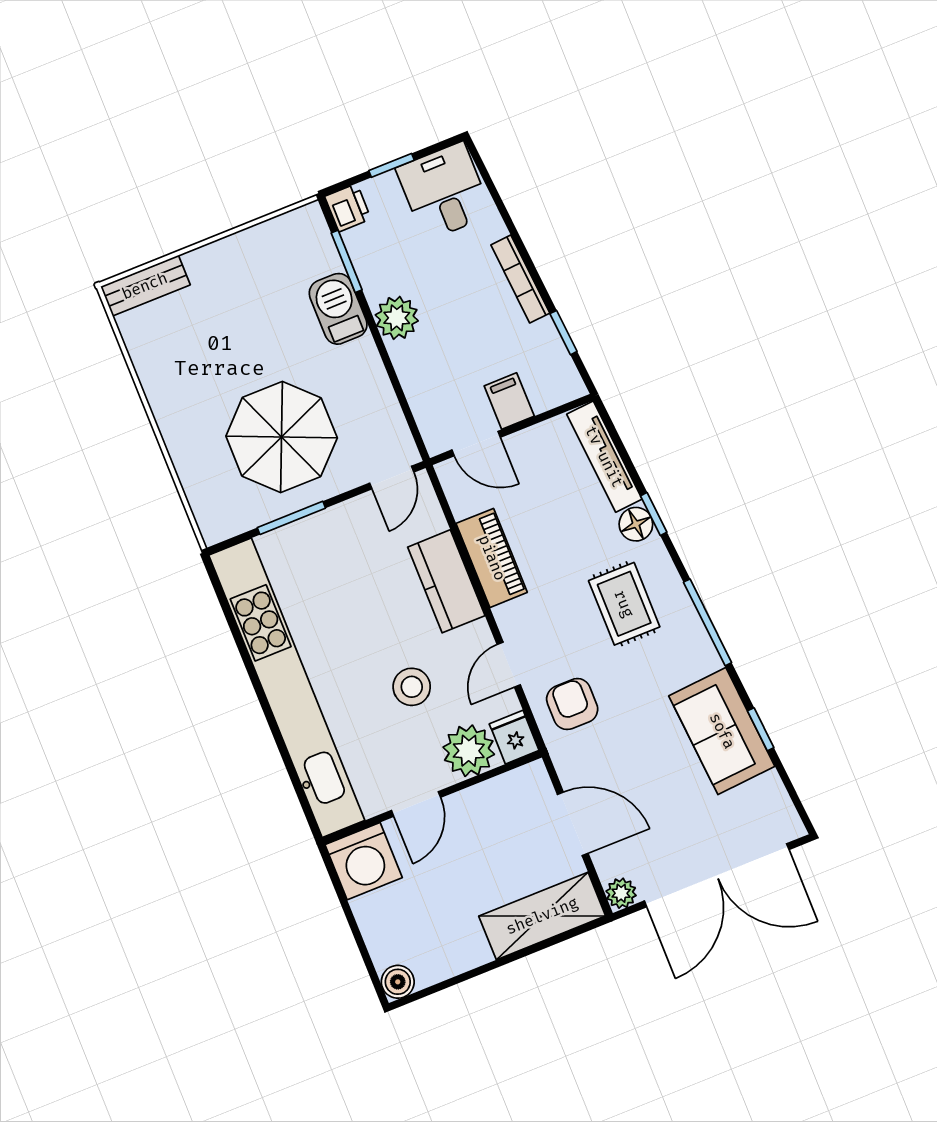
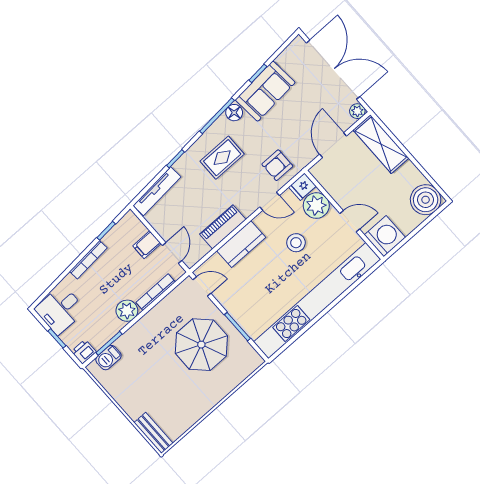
barbecue: (338, 309) -> (108, 358), moved, width x0.73, depth x0.79
bookcase: (413, 385) -> (156, 292), added
floor lamp: (636, 524) -> (234, 113), moved
boiler: (398, 982) -> (426, 200), width x1.86, depth x1.86

